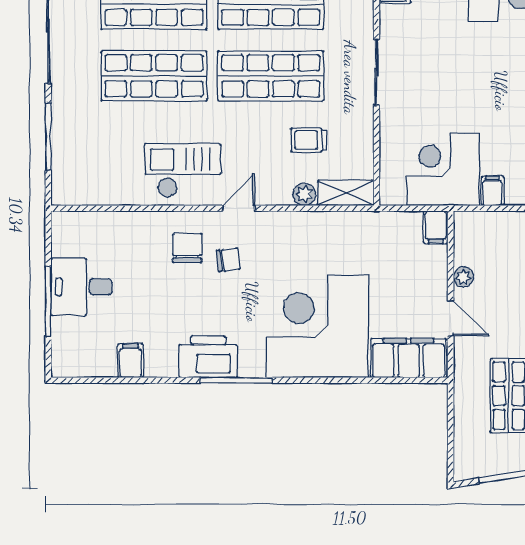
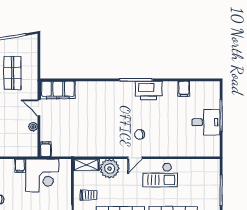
trolley: (309, 140) -> (89, 195), moved
plant: (304, 194) -> (110, 169), width x1.87, depth x1.87
chair: (187, 248) -> (158, 140), removed
corner desk: (317, 327) -> (99, 104), removed

